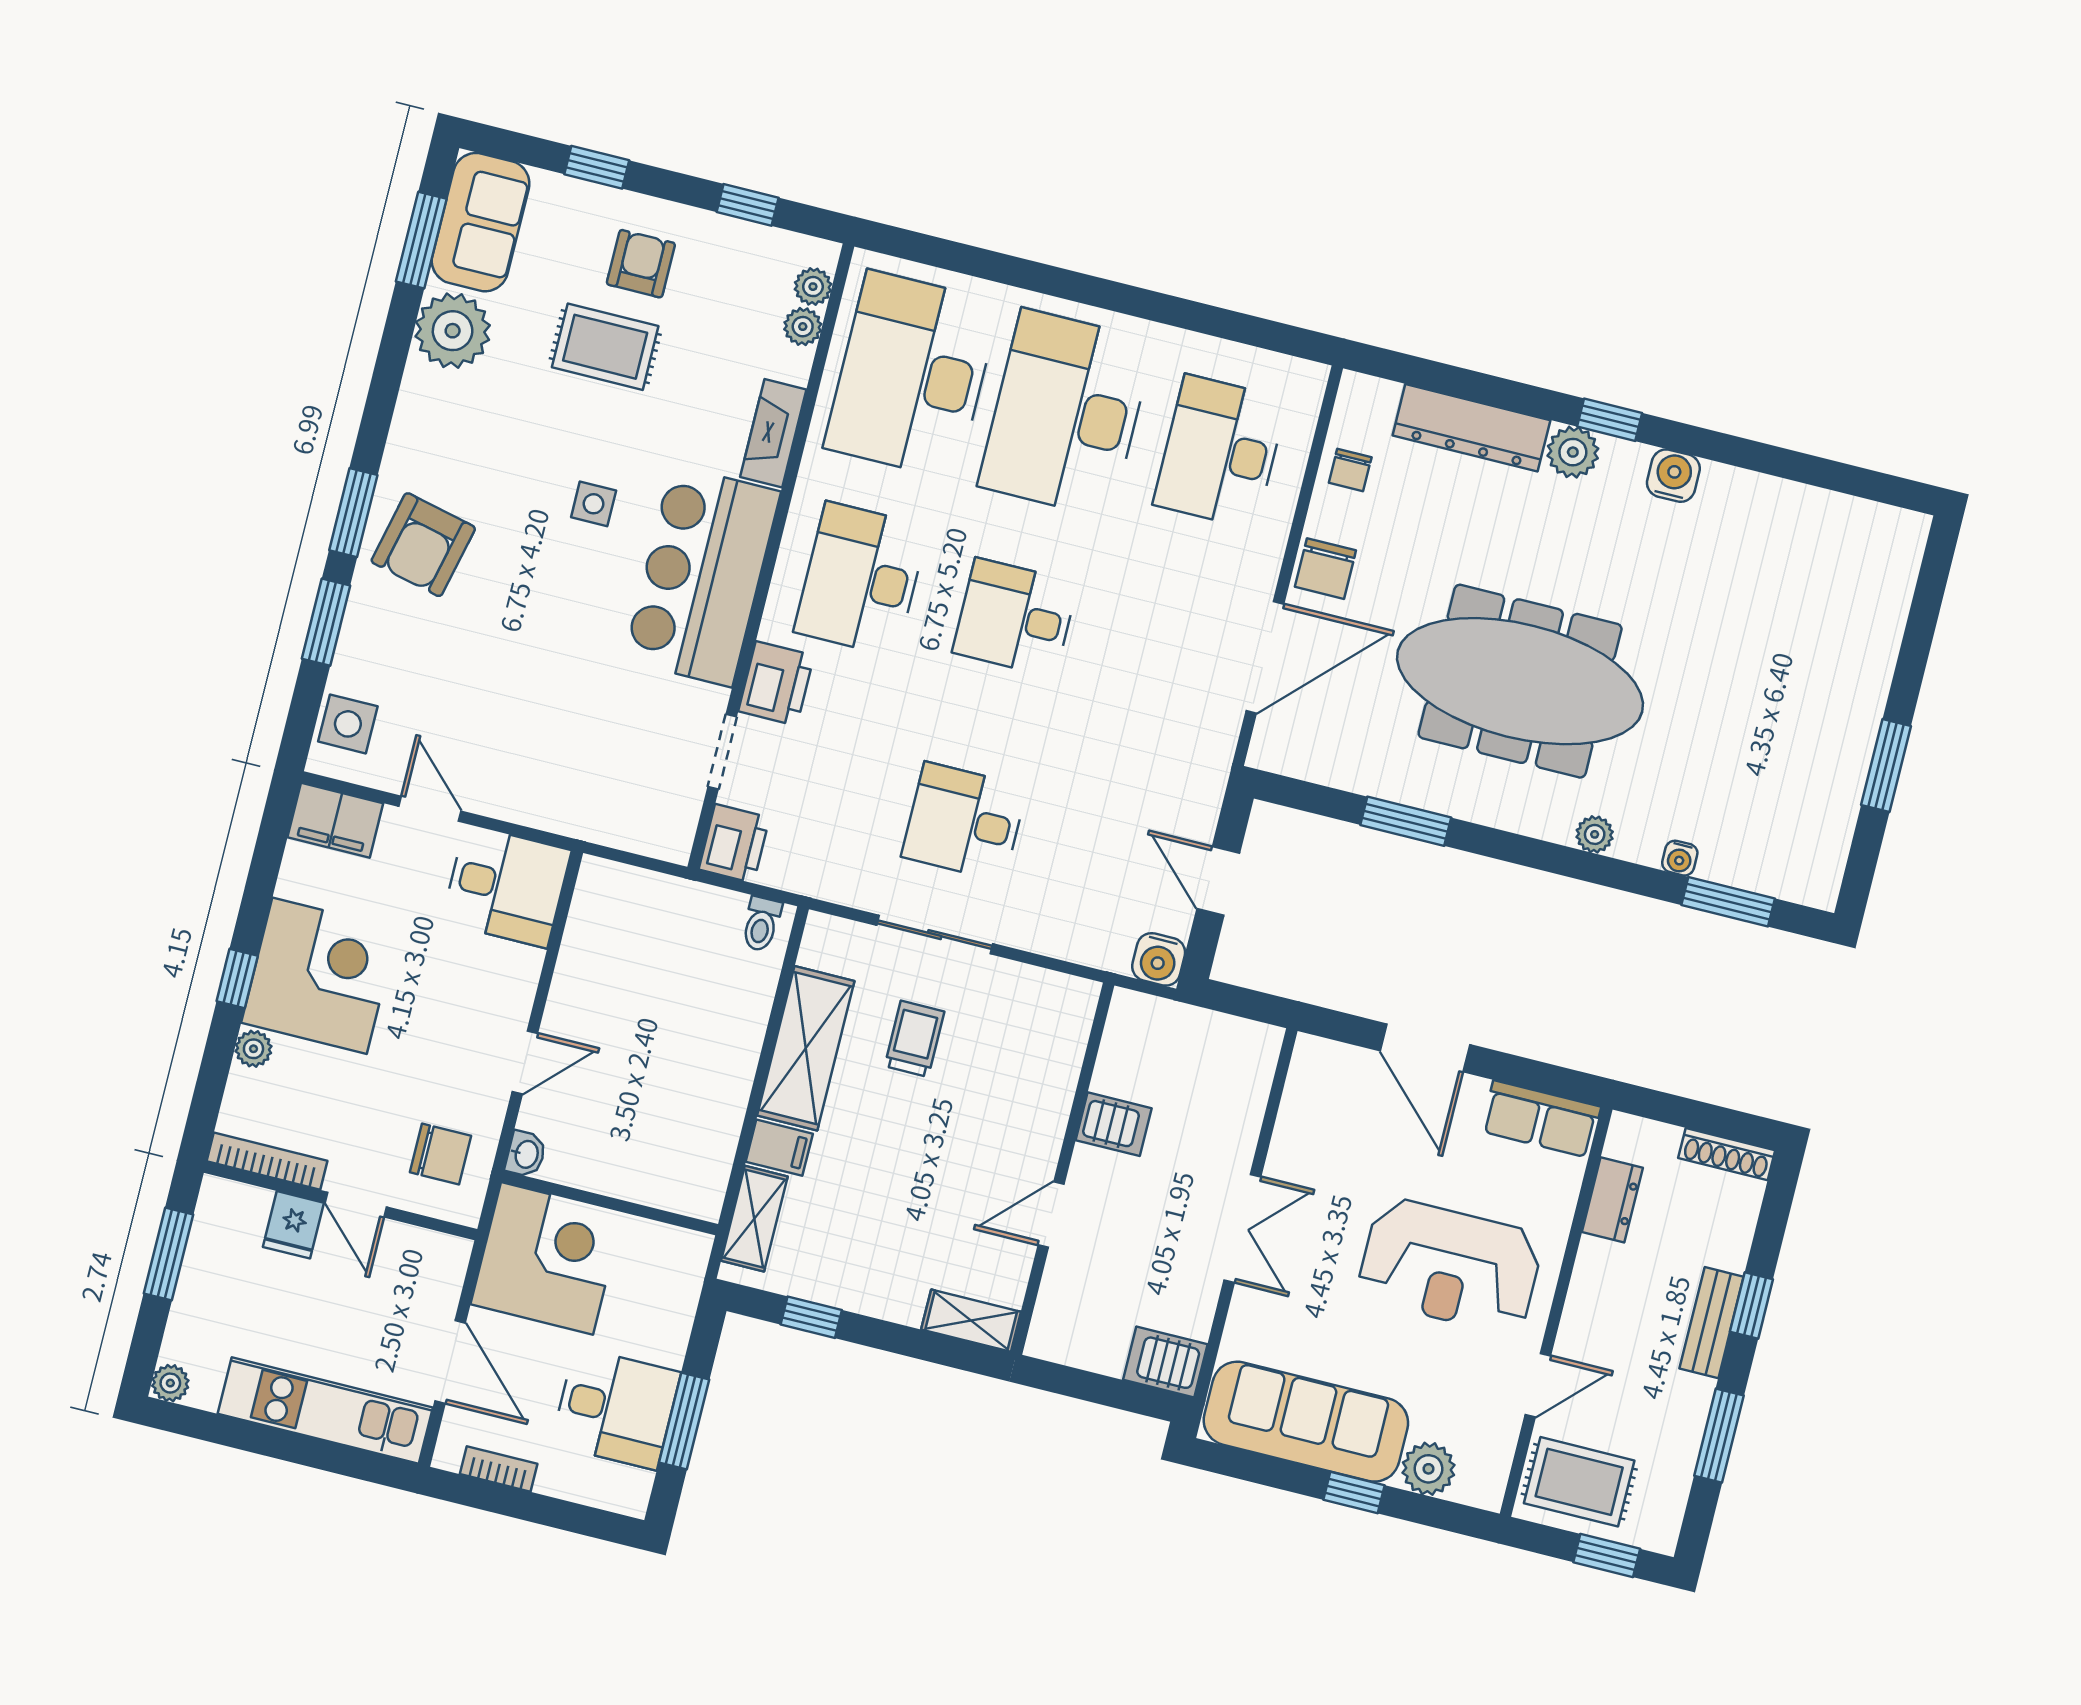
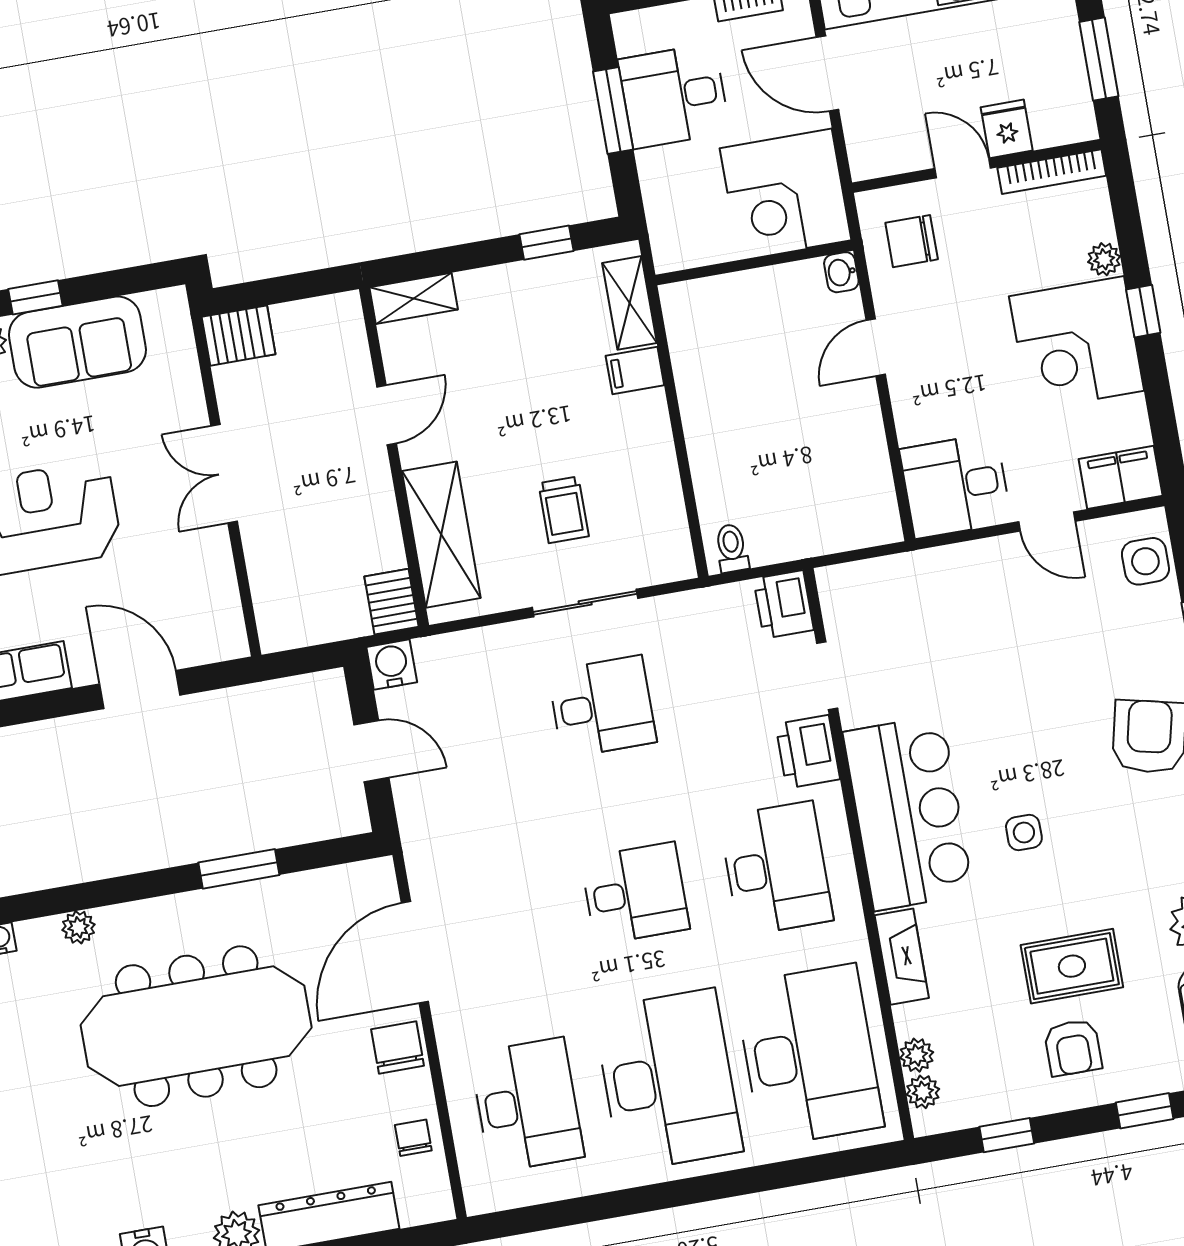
shelving: (806, 1048) -> (441, 535), moved
server rack: (1114, 1124) -> (391, 602), moved, turned 90
sofa: (1306, 1422) -> (77, 342), width x0.73

